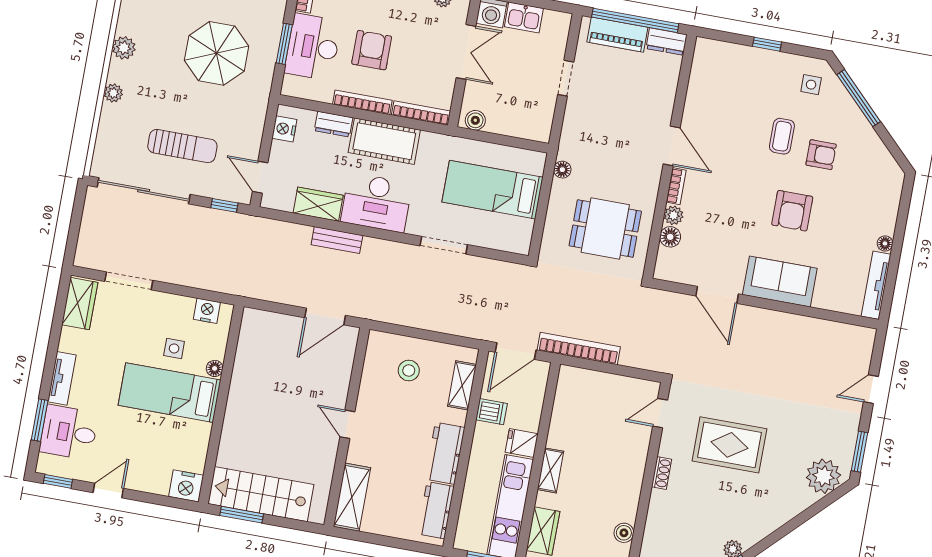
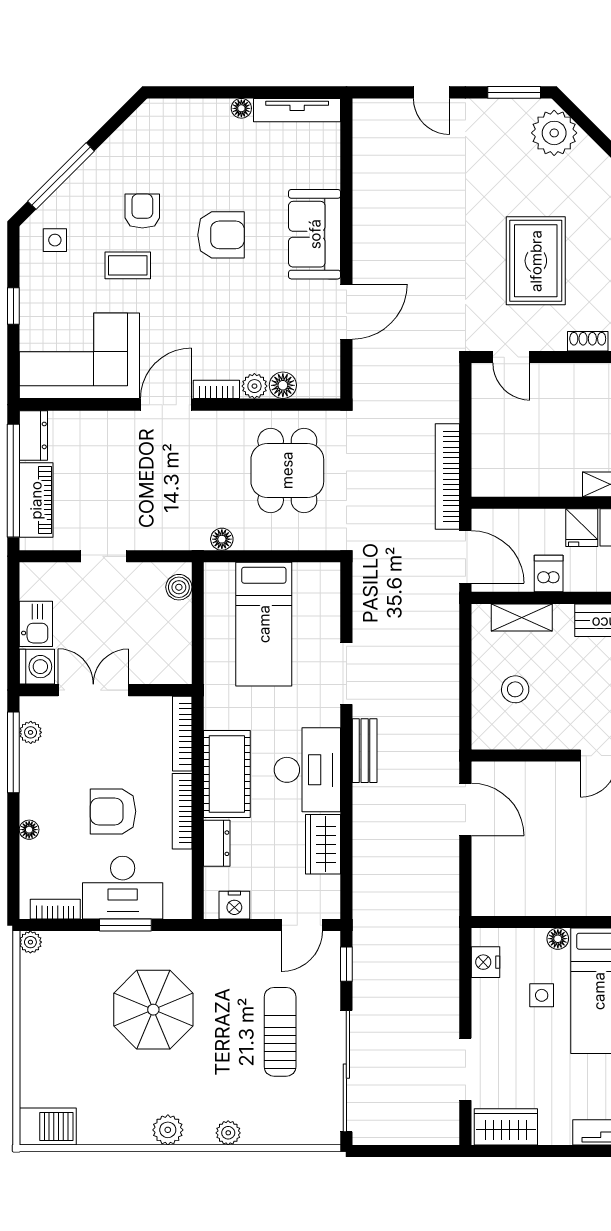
corner sofa: (720, 87) -> (79, 356), added
boiler: (475, 120) -> (179, 587), moved
bench: (337, 240) -> (365, 751), moved

